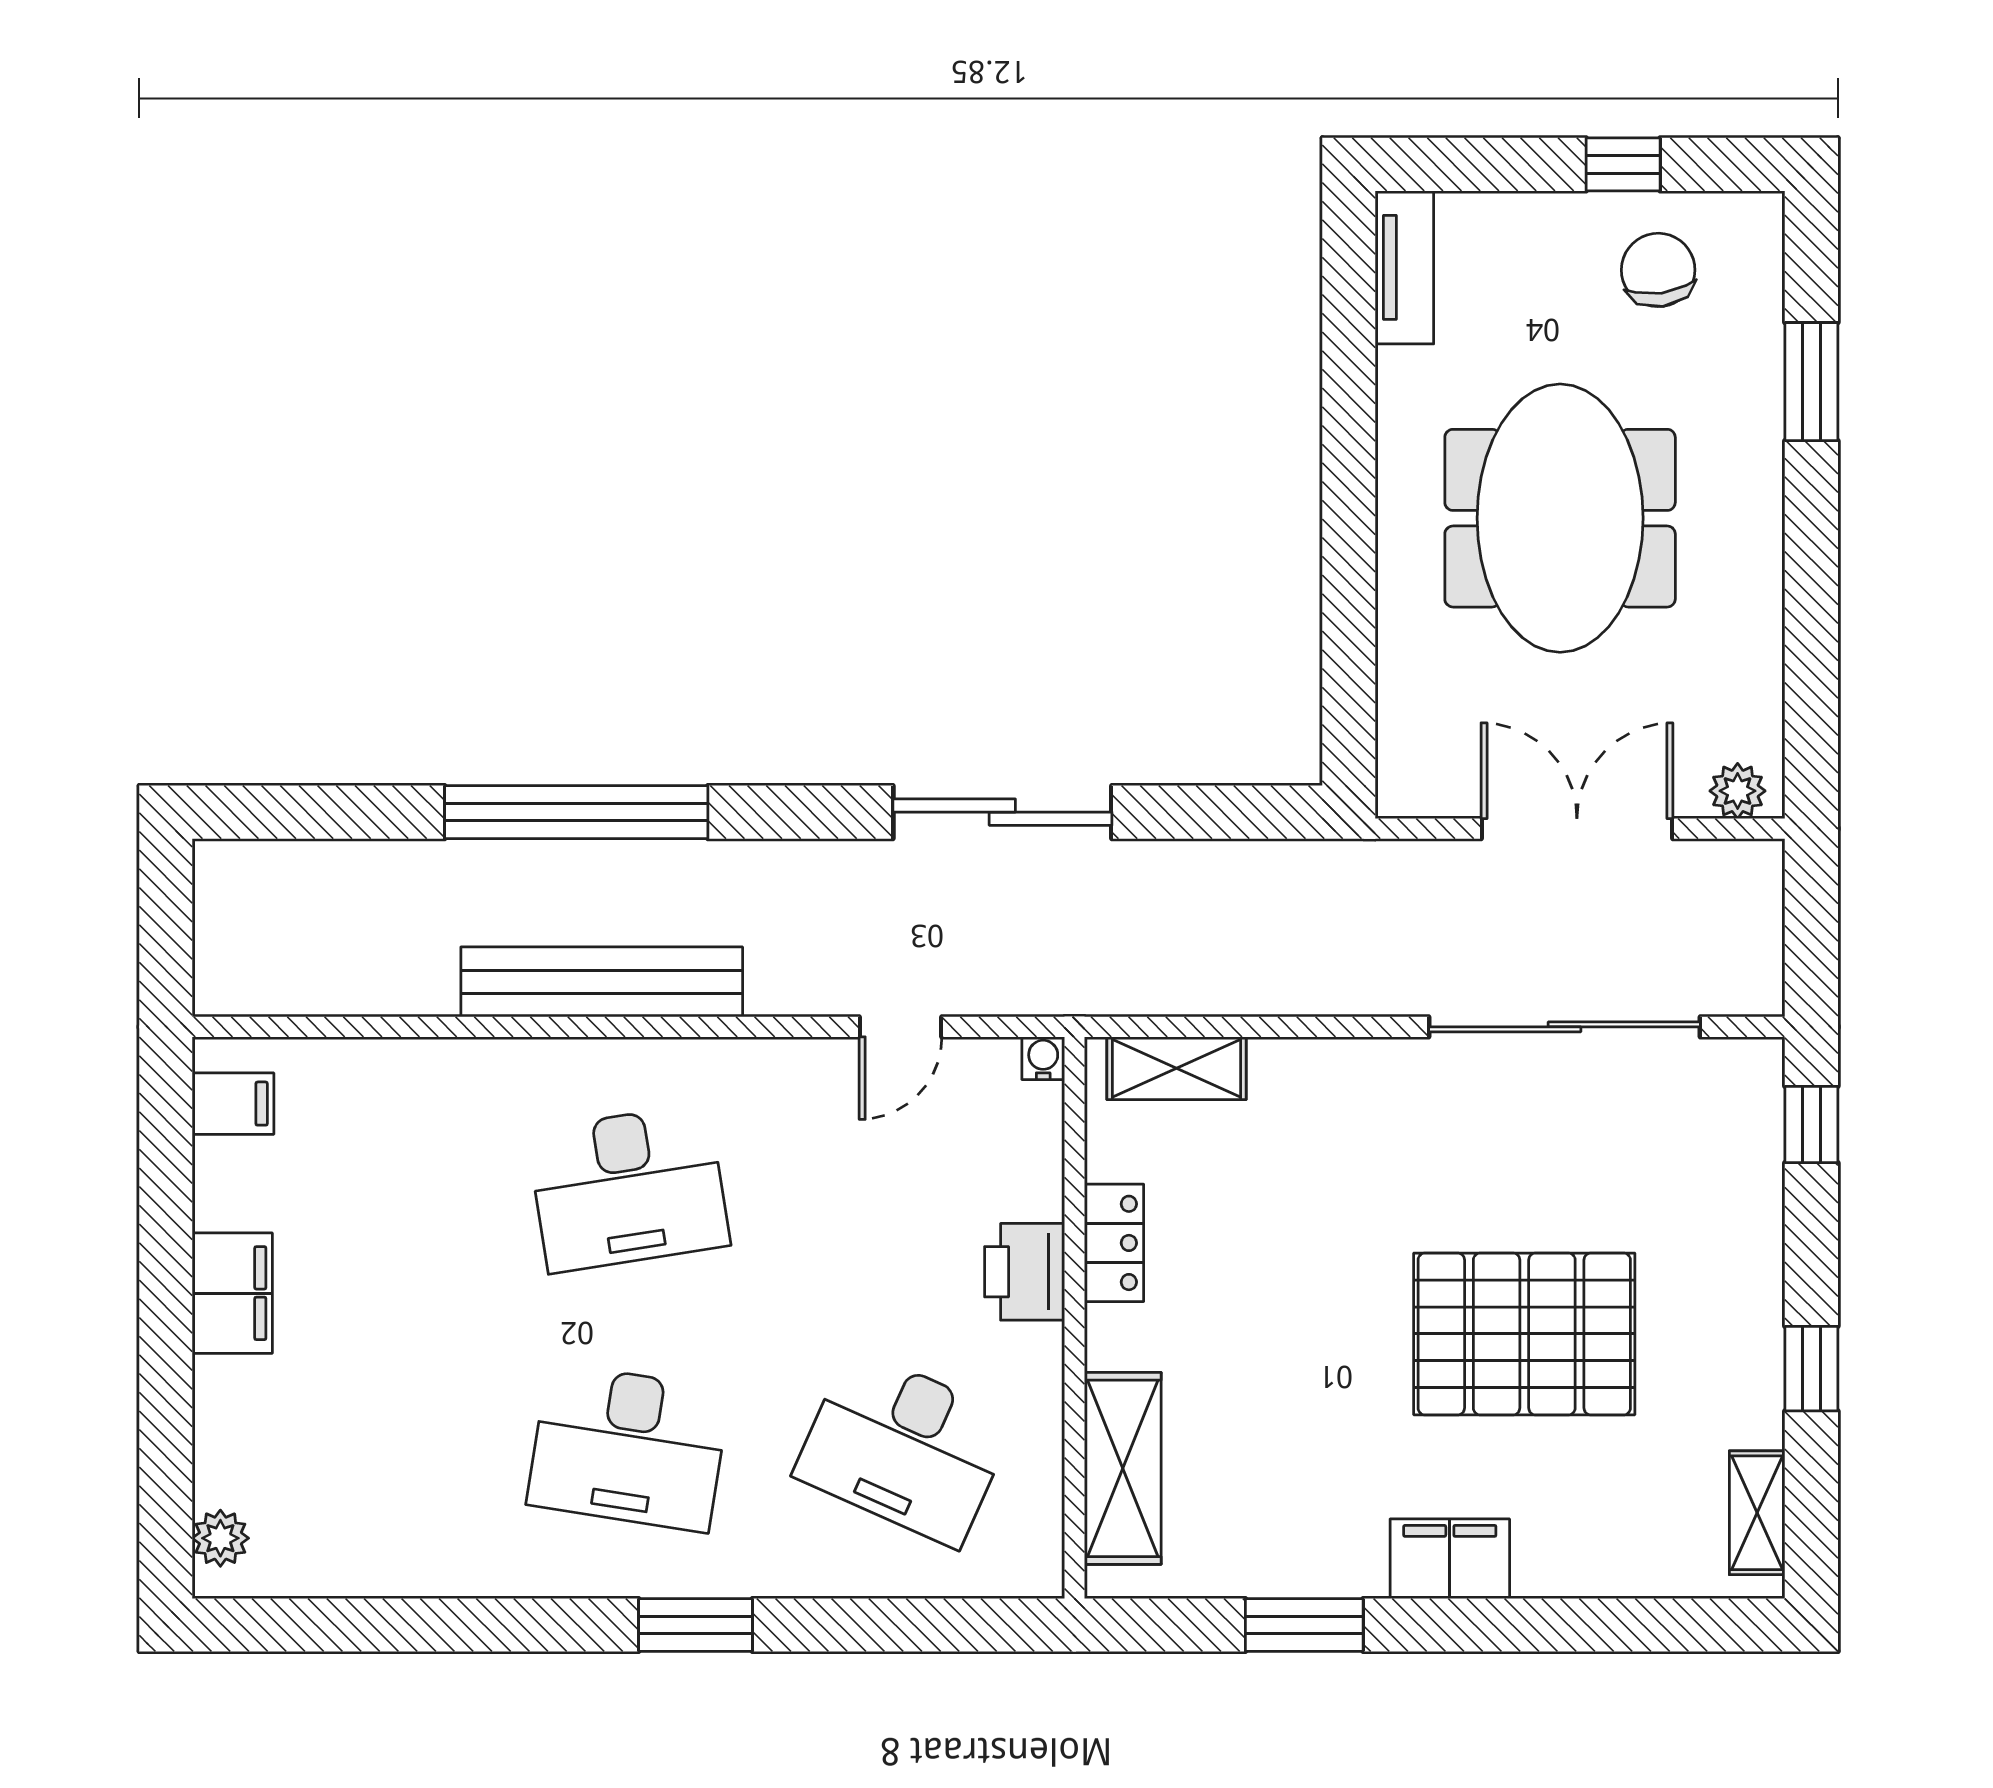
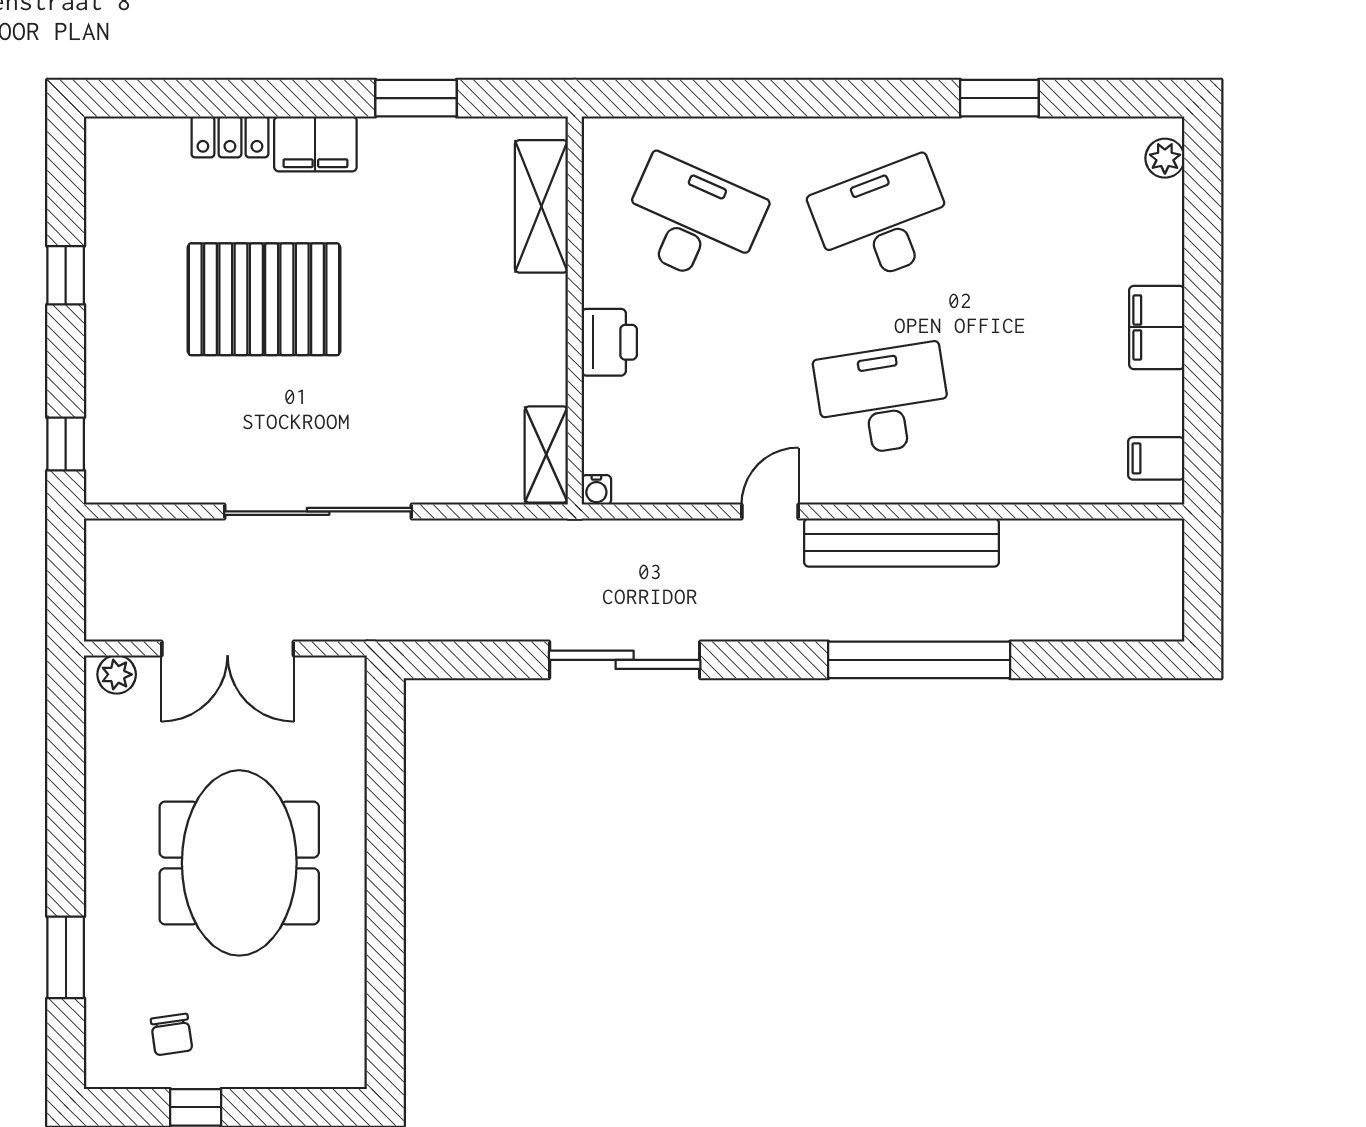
tv unit: (1404, 267) -> (347, 1036), removed
chair: (1658, 270) -> (171, 1034), width x0.73, depth x0.73
door: (901, 1027) -> (770, 511), moved
sliding door: (1564, 1027) -> (318, 511), moved
shelving: (1176, 1068) -> (546, 454), moved, turned 90
locker: (1114, 1243) -> (230, 137), moved, turned -90
desk: (628, 1447) -> (883, 221), turned -30
shelving: (1757, 1513) -> (103, 176), removed
window: (695, 1625) -> (999, 98), moved

